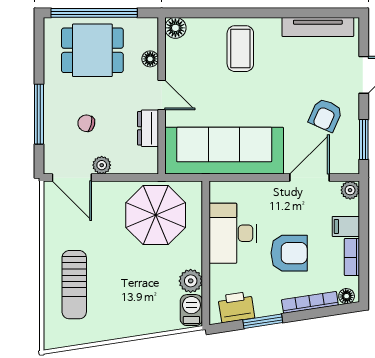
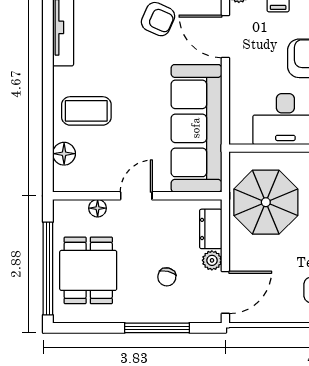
floor lamp: (175, 28) -> (64, 154), moved
dresser: (148, 128) -> (211, 229), moved, turned 90

